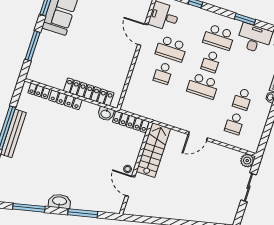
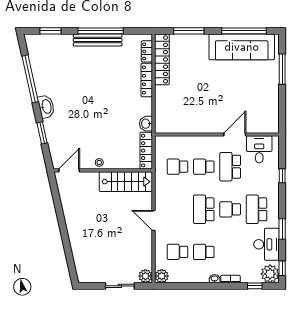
locker: (89, 92) -> (162, 59), moved
school desk: (155, 98) -> (177, 167), added
plant: (252, 146) -> (162, 276), added
door: (130, 186) -> (69, 170), moved
window: (29, 208) -> (30, 79), width x1.46
window: (83, 213) -> (42, 133), width x0.69

